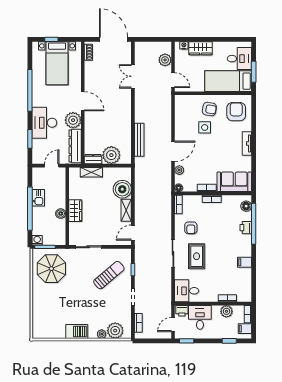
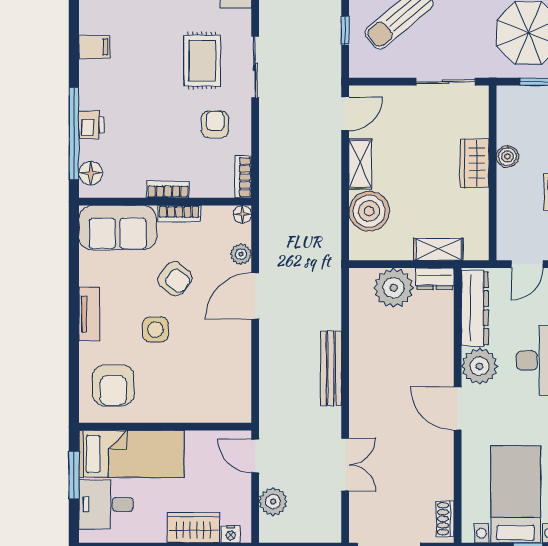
armchair: (209, 109) -> (175, 279), moved, turned -151
side table: (205, 127) -> (155, 330), moved
bench: (139, 140) -> (331, 368), moved

